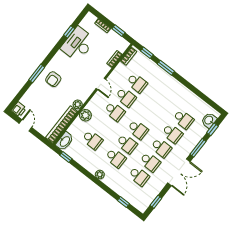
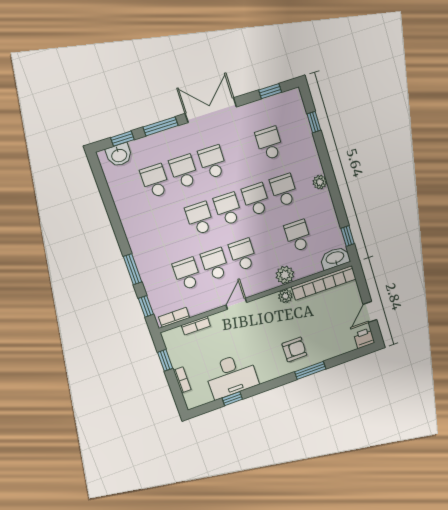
school desk: (150, 162) -> (200, 218), moved

